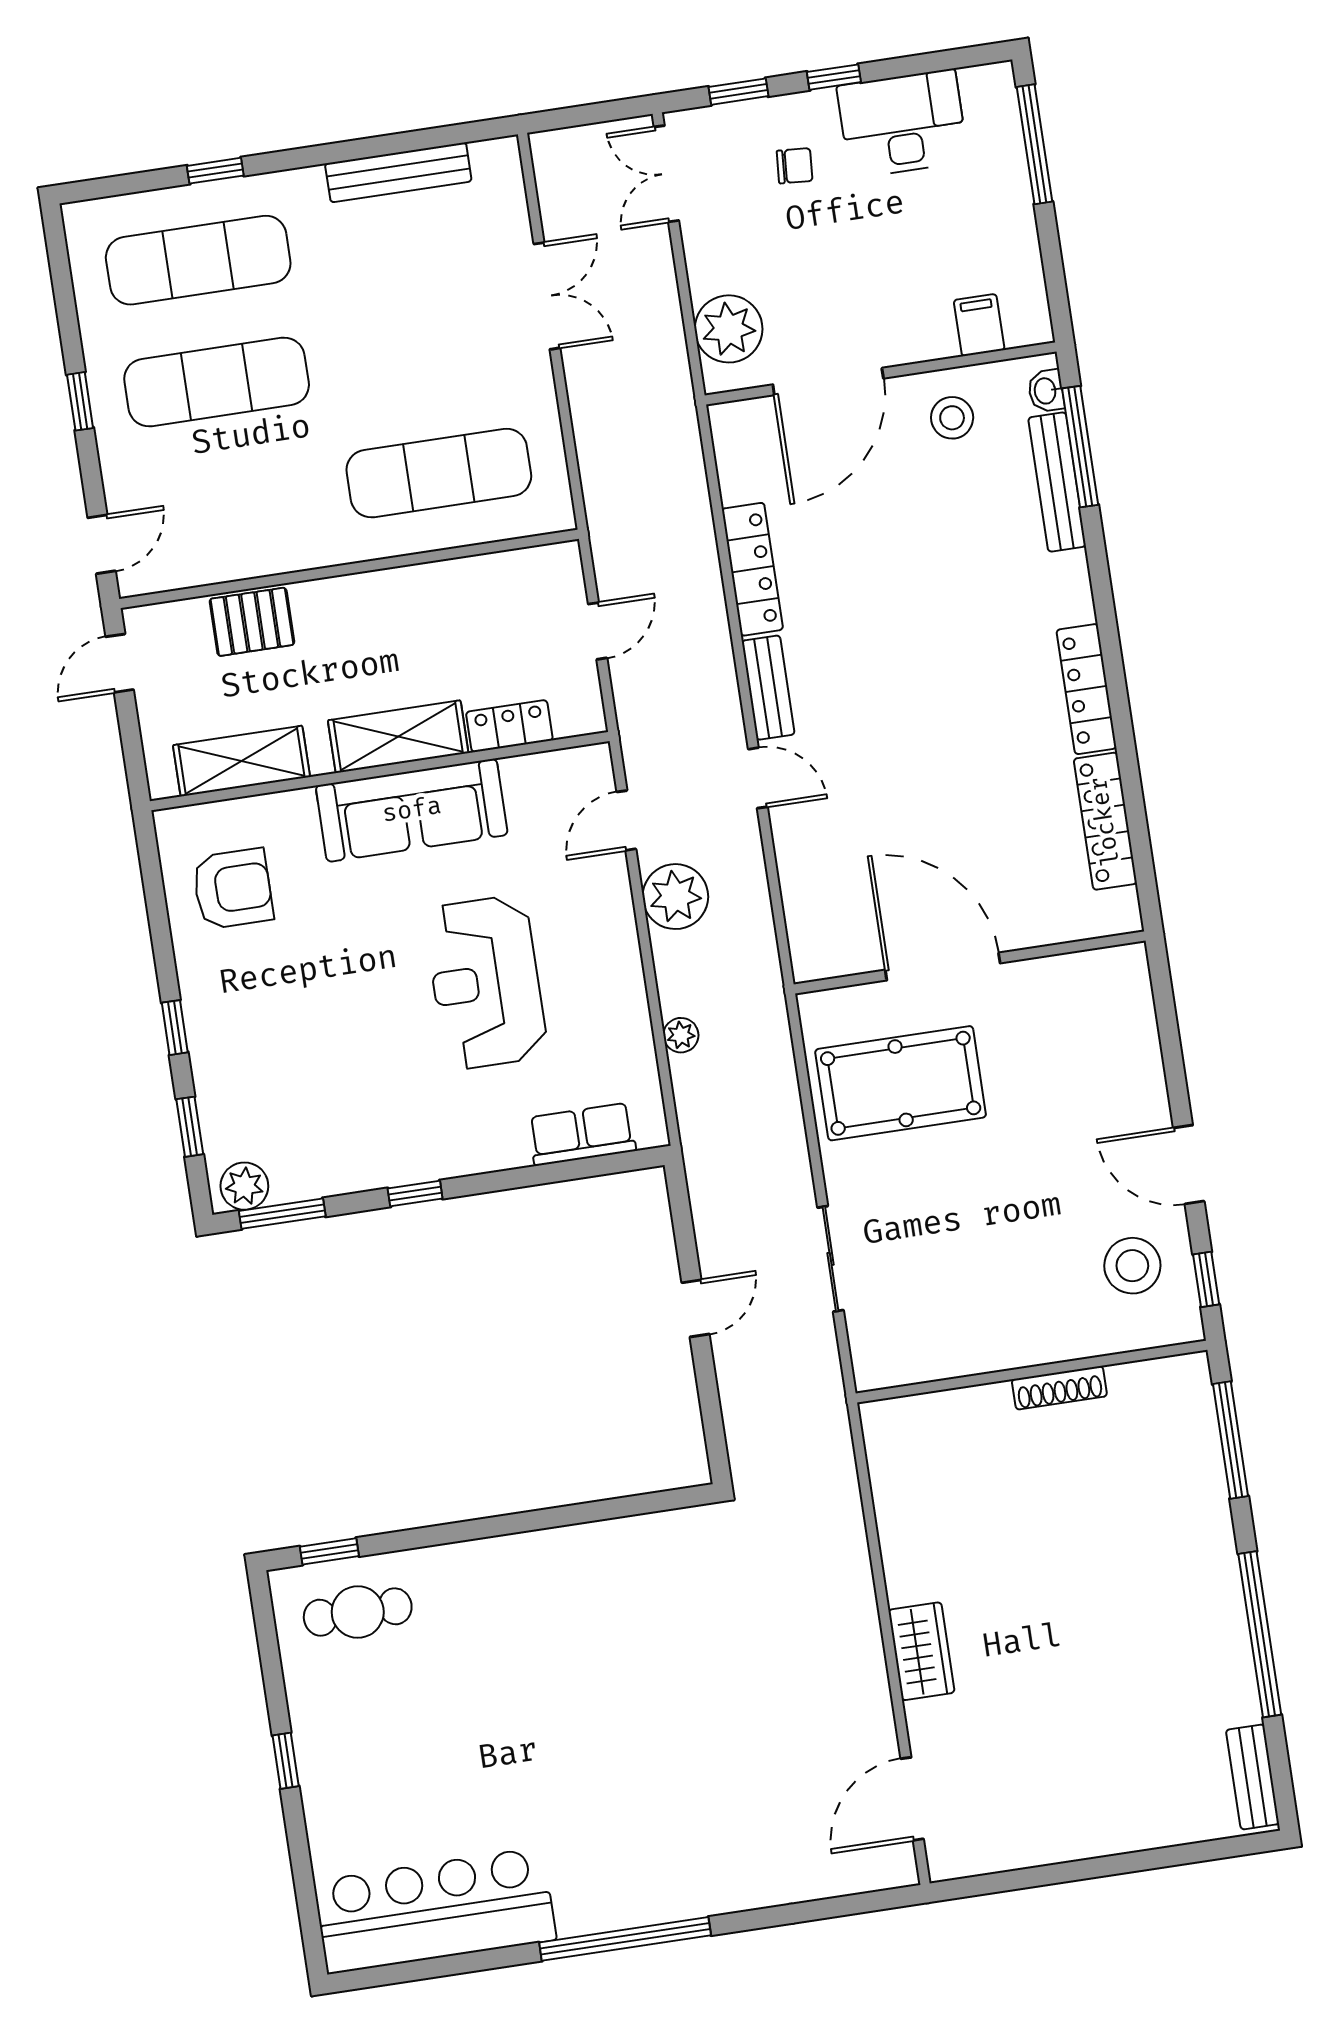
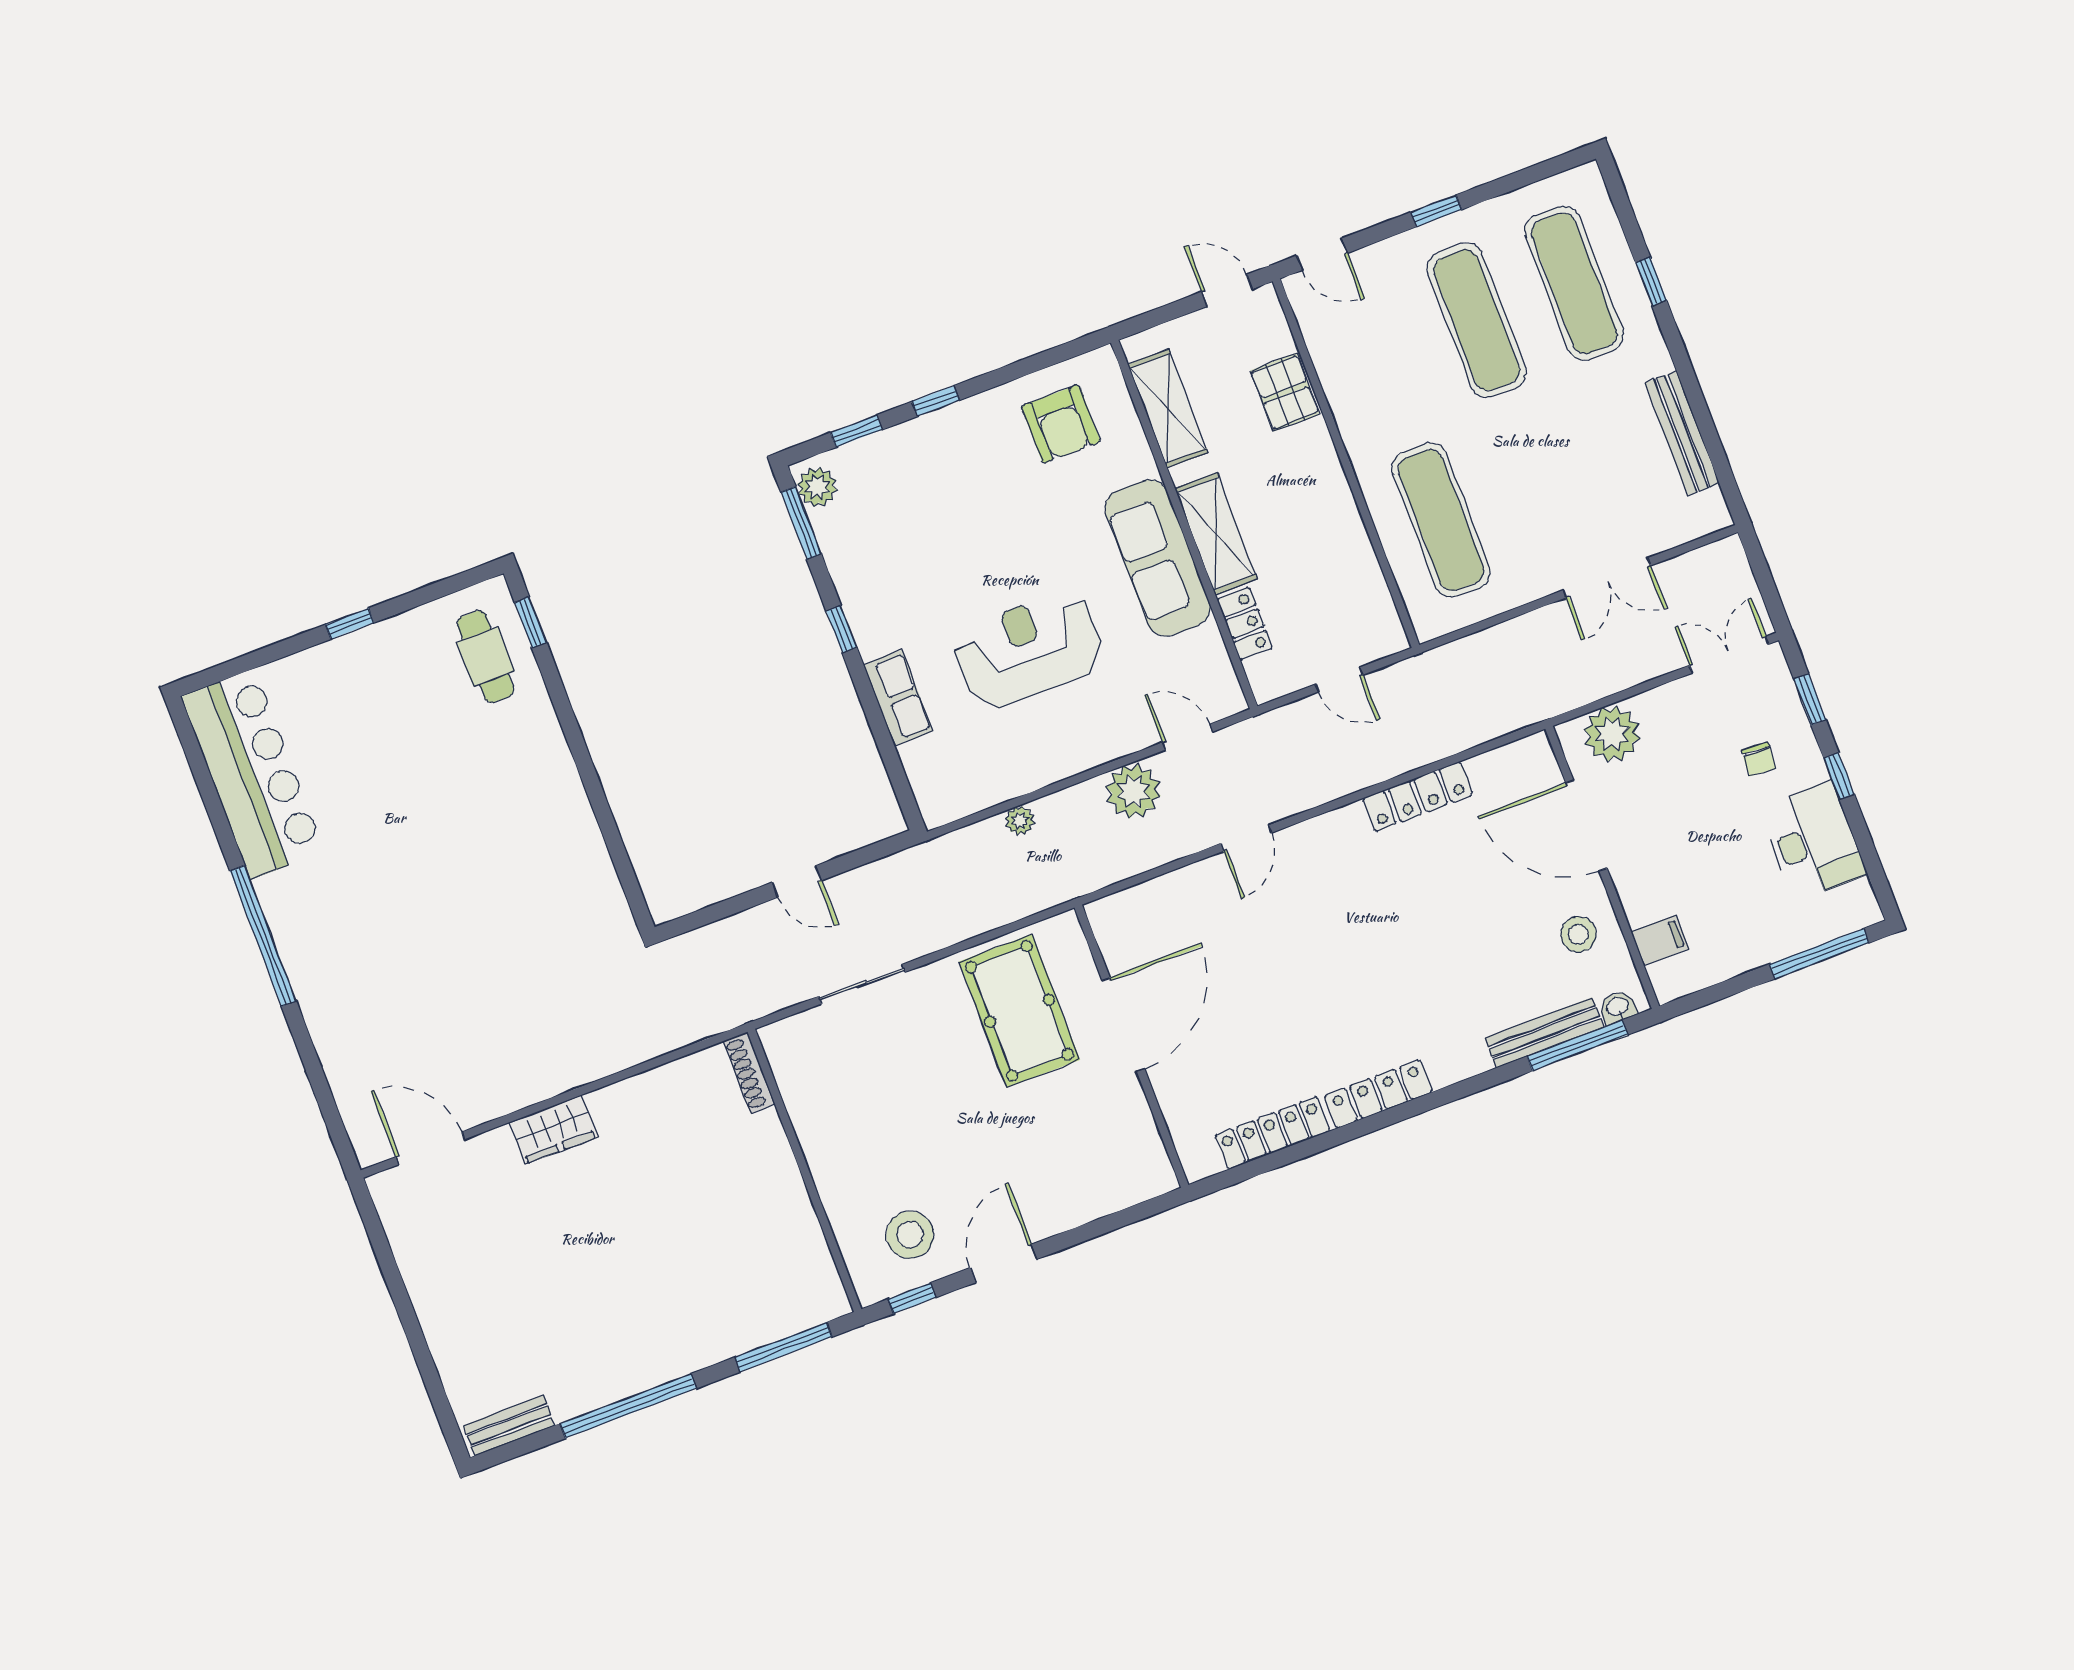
bench: (768, 688) -> (1323, 831), removed
row of seats: (582, 1134) -> (898, 698), moved
shoe rack: (1059, 1388) -> (749, 1073), moved

